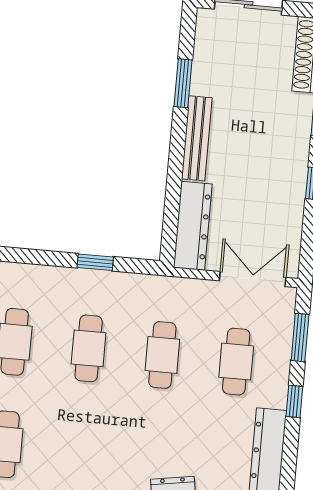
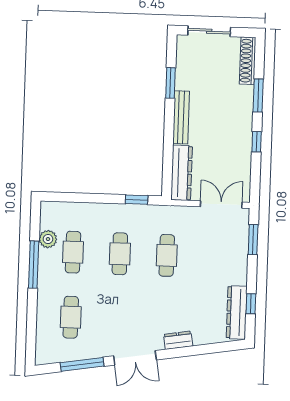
window: (95, 262) -> (137, 200), moved
cafe table: (236, 362) -> (214, 257), removed
window: (294, 401) -> (251, 304), moved

